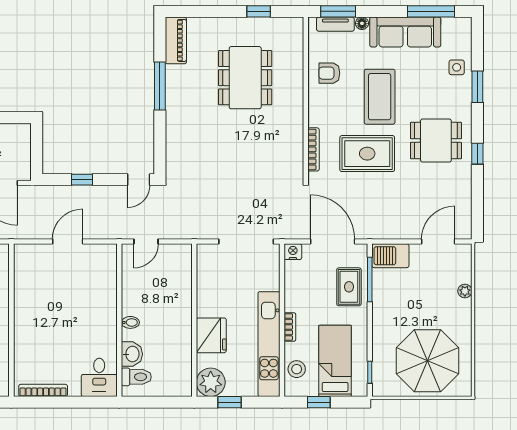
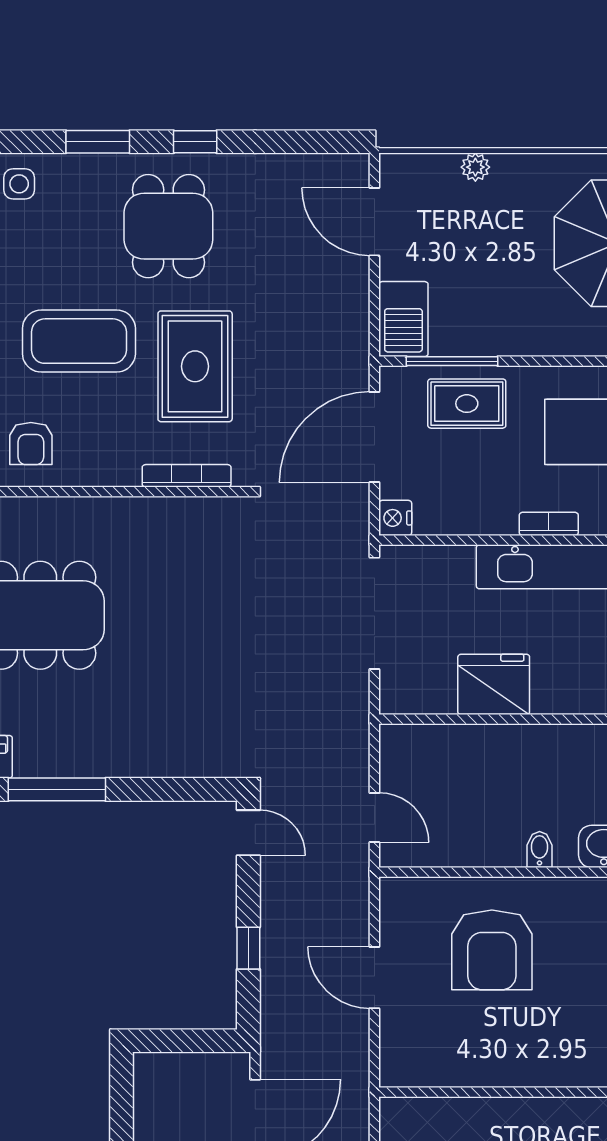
window: (477, 87) -> (98, 142), moved
armchair: (81, 299) -> (492, 950), added
fridge: (211, 335) -> (494, 684), moved

